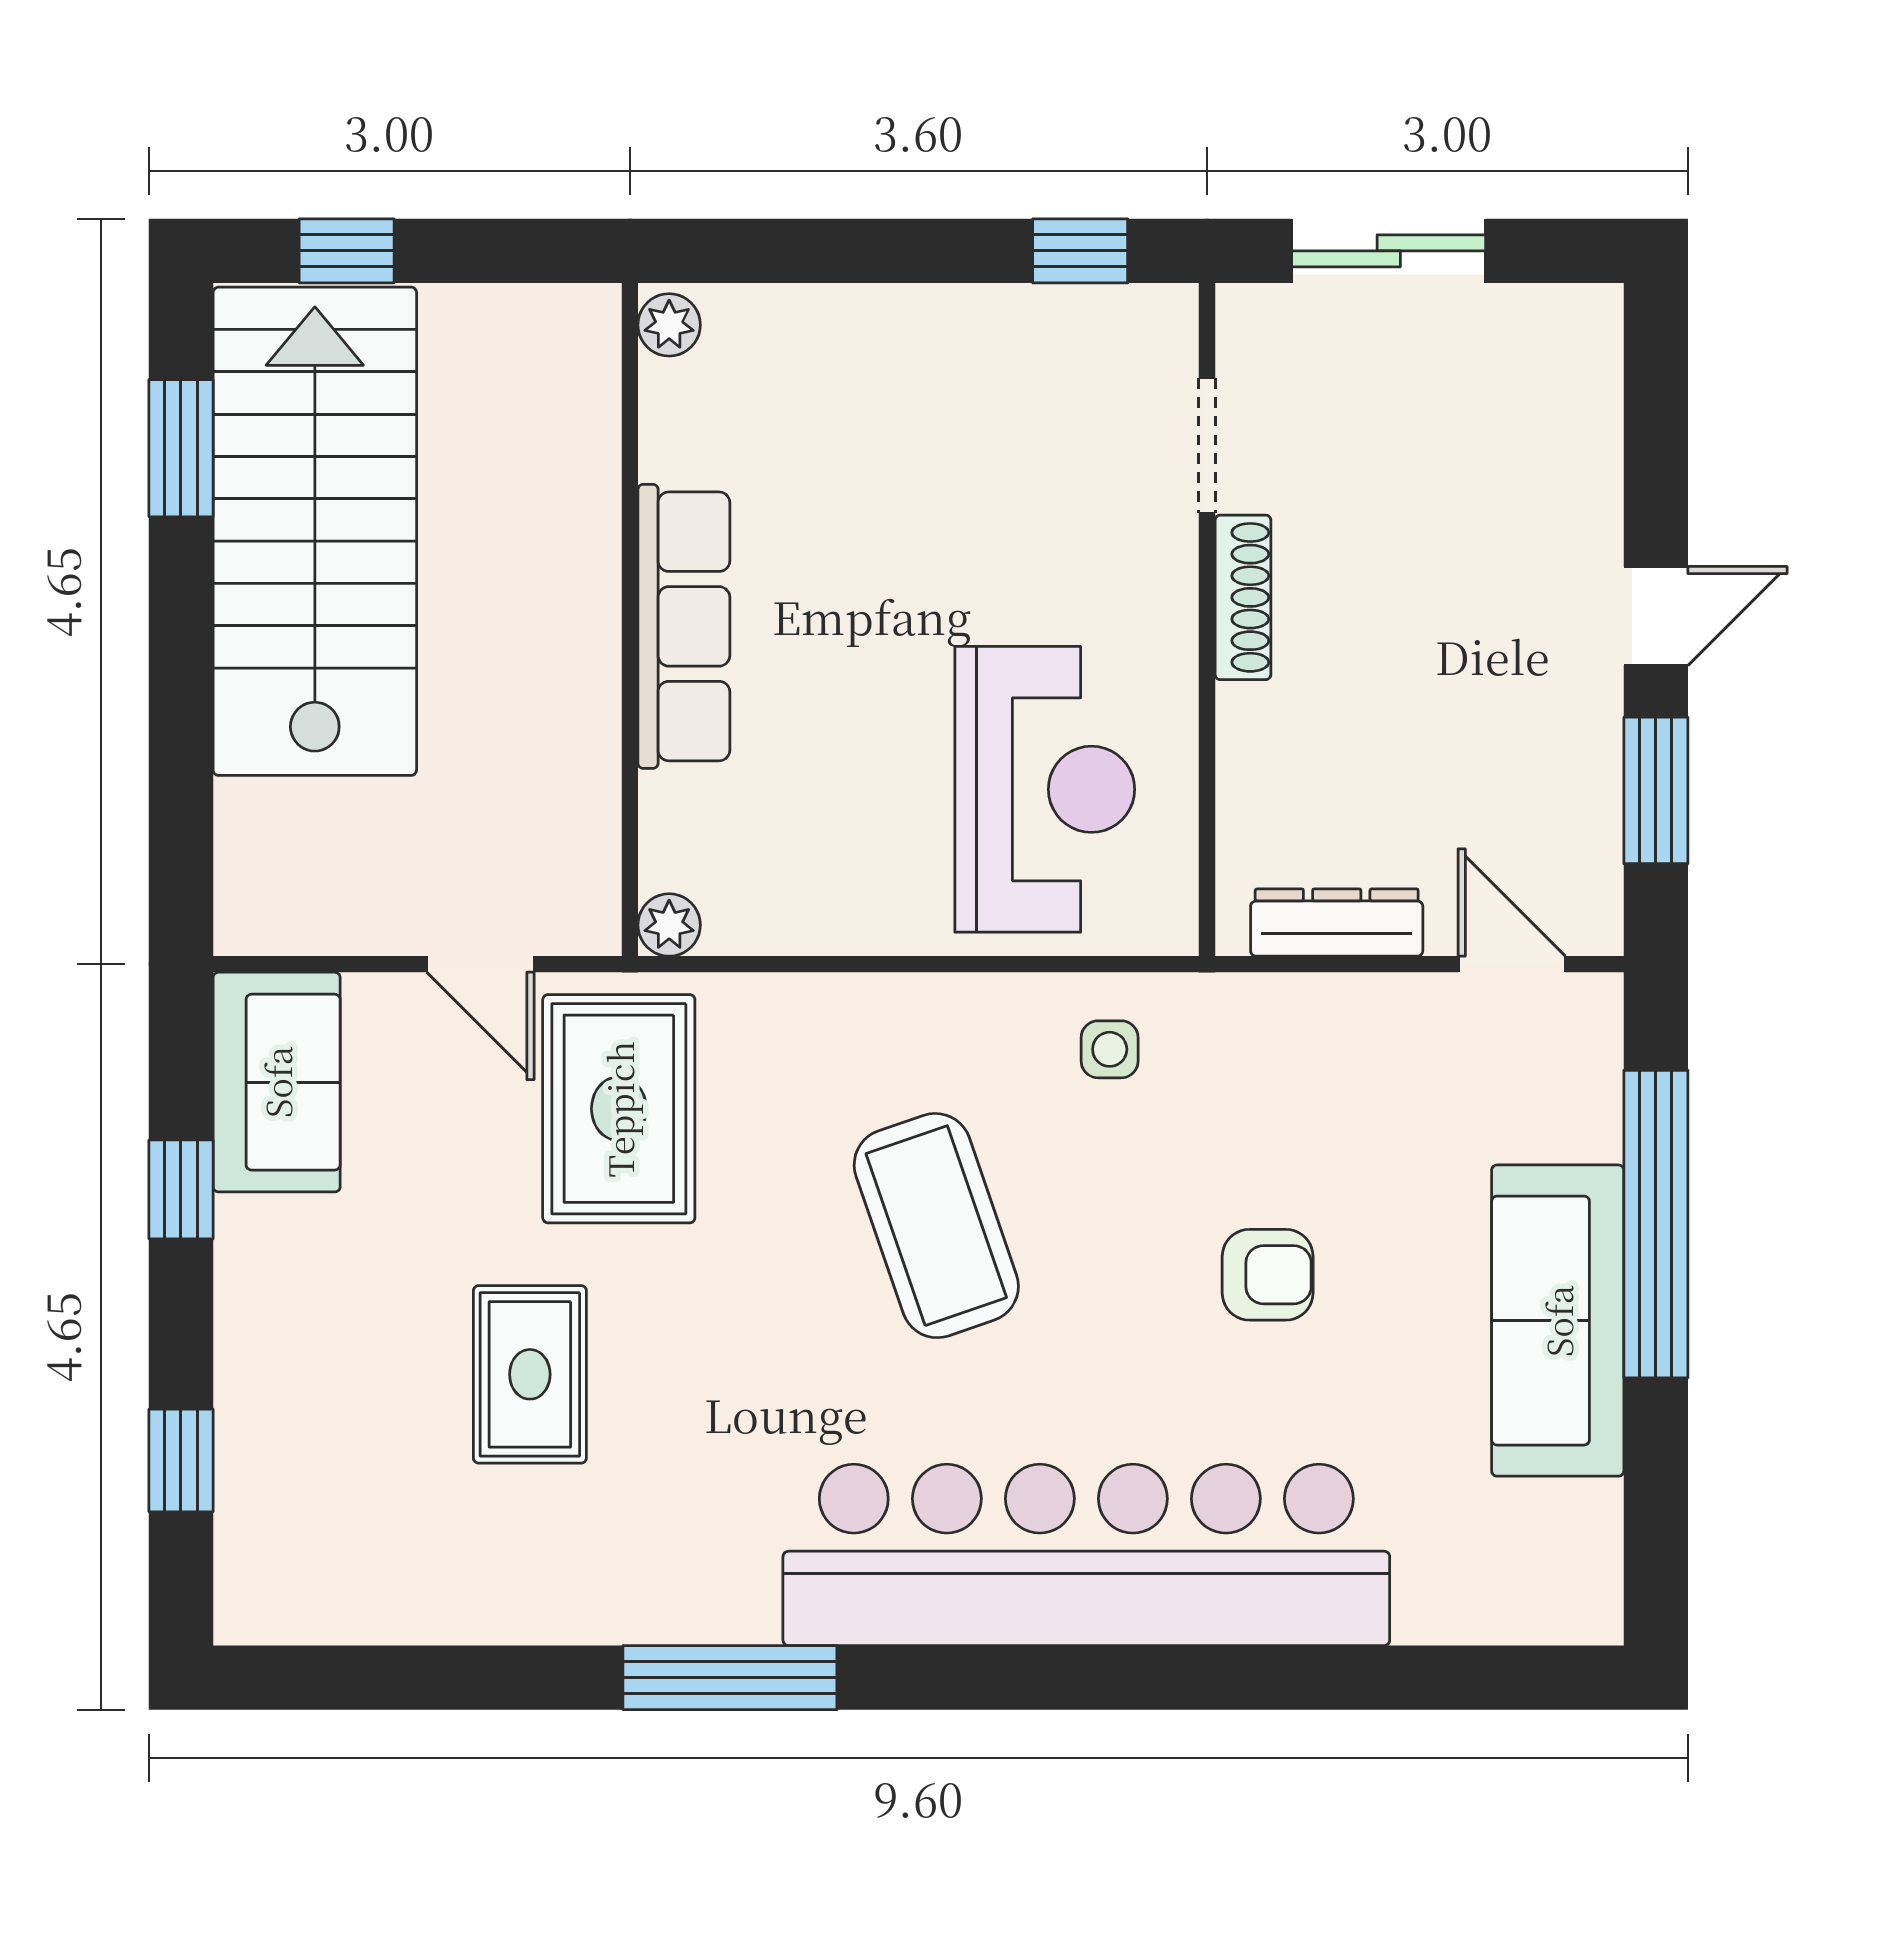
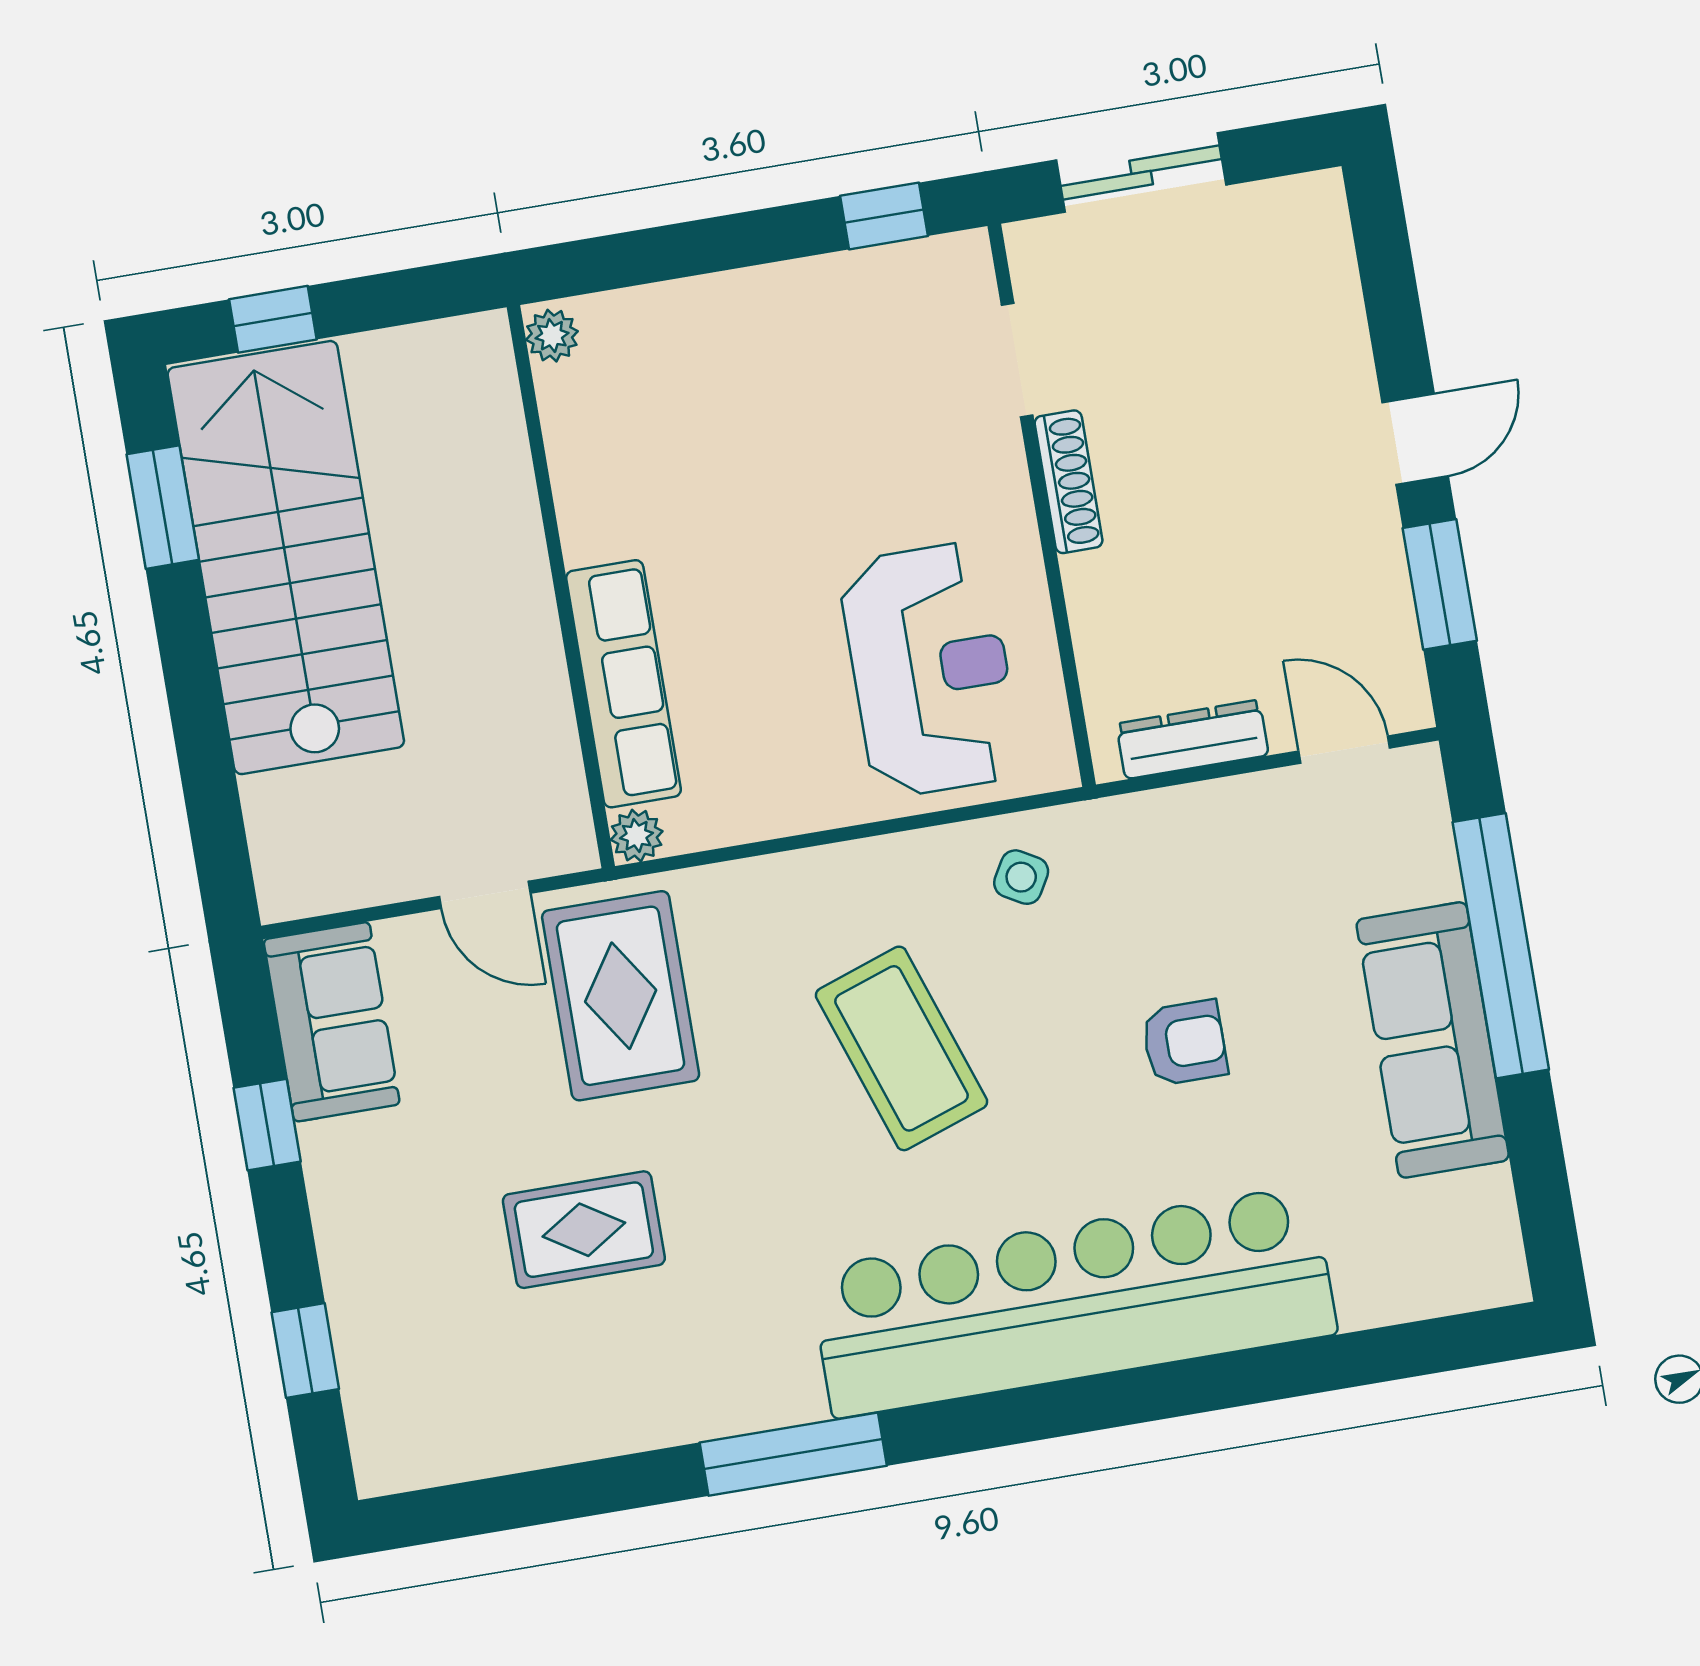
row of seats: (684, 626) -> (623, 684), moved
side table: (1110, 1049) -> (1021, 877), turned 30
rug: (530, 1374) -> (584, 1230), turned 90

